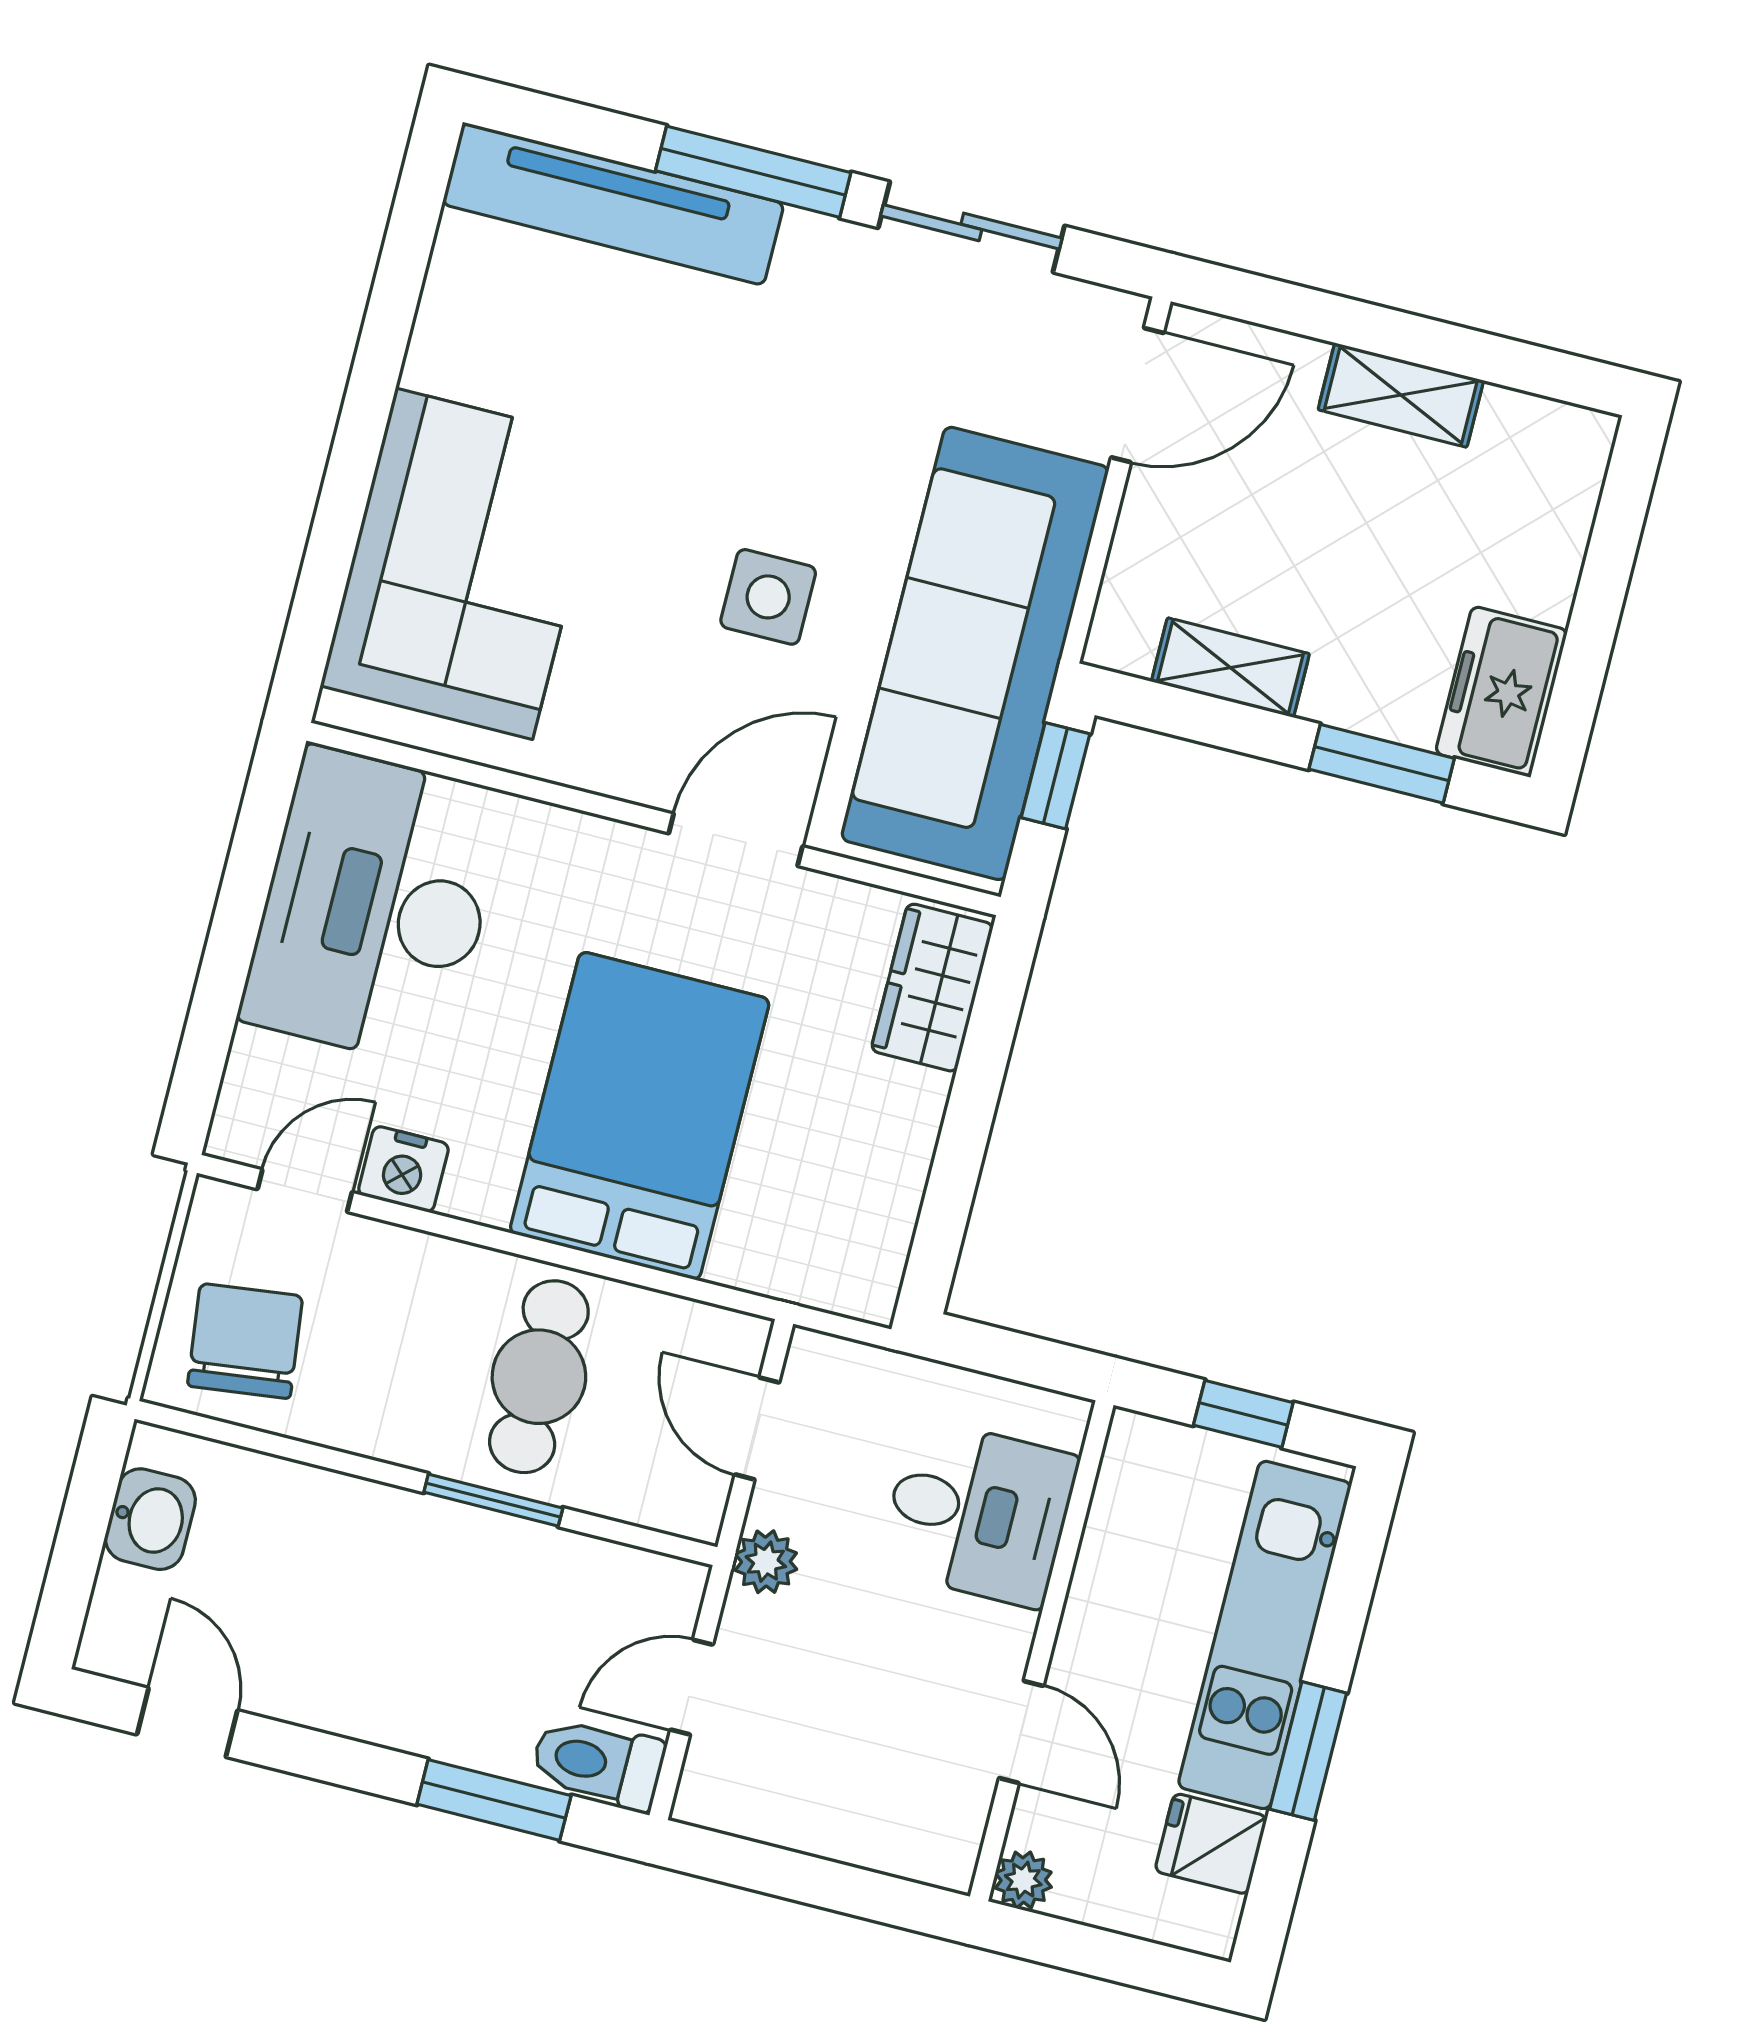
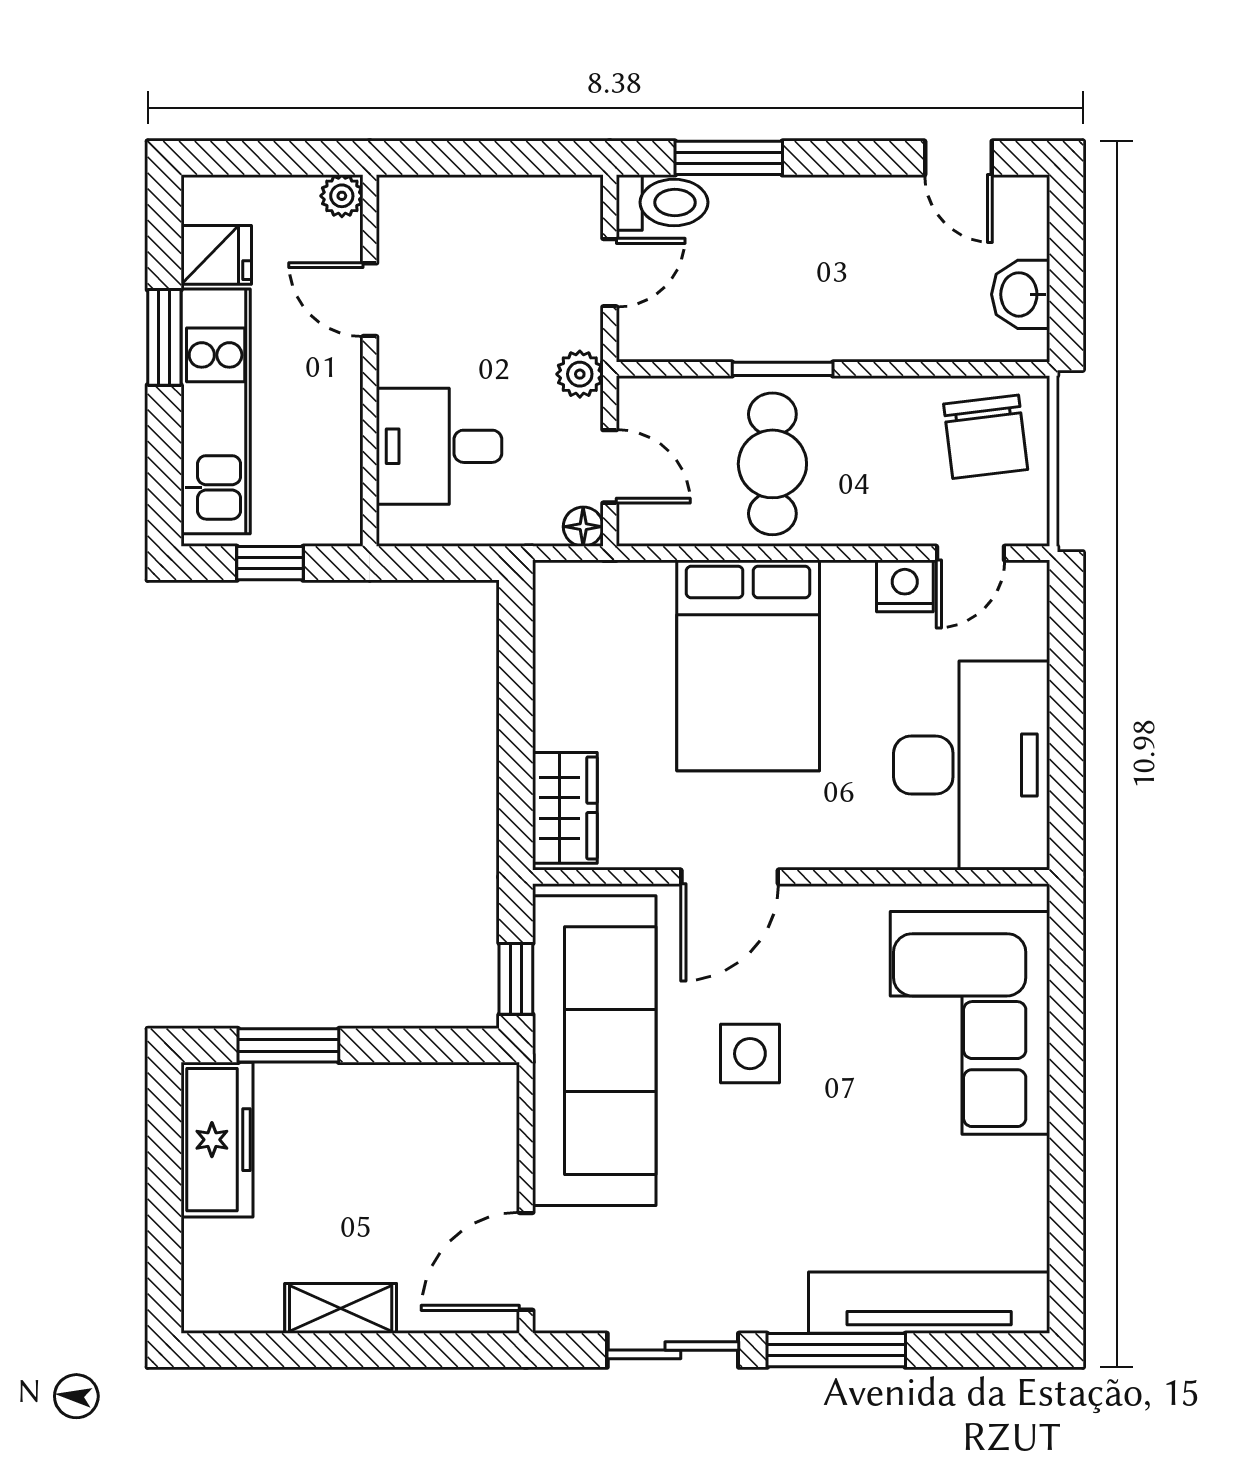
shelving: (1230, 668) -> (412, 1086), removed
freezer: (1501, 692) -> (217, 1140), width x1.40
floor lamp: (813, 1357) -> (583, 527), added

